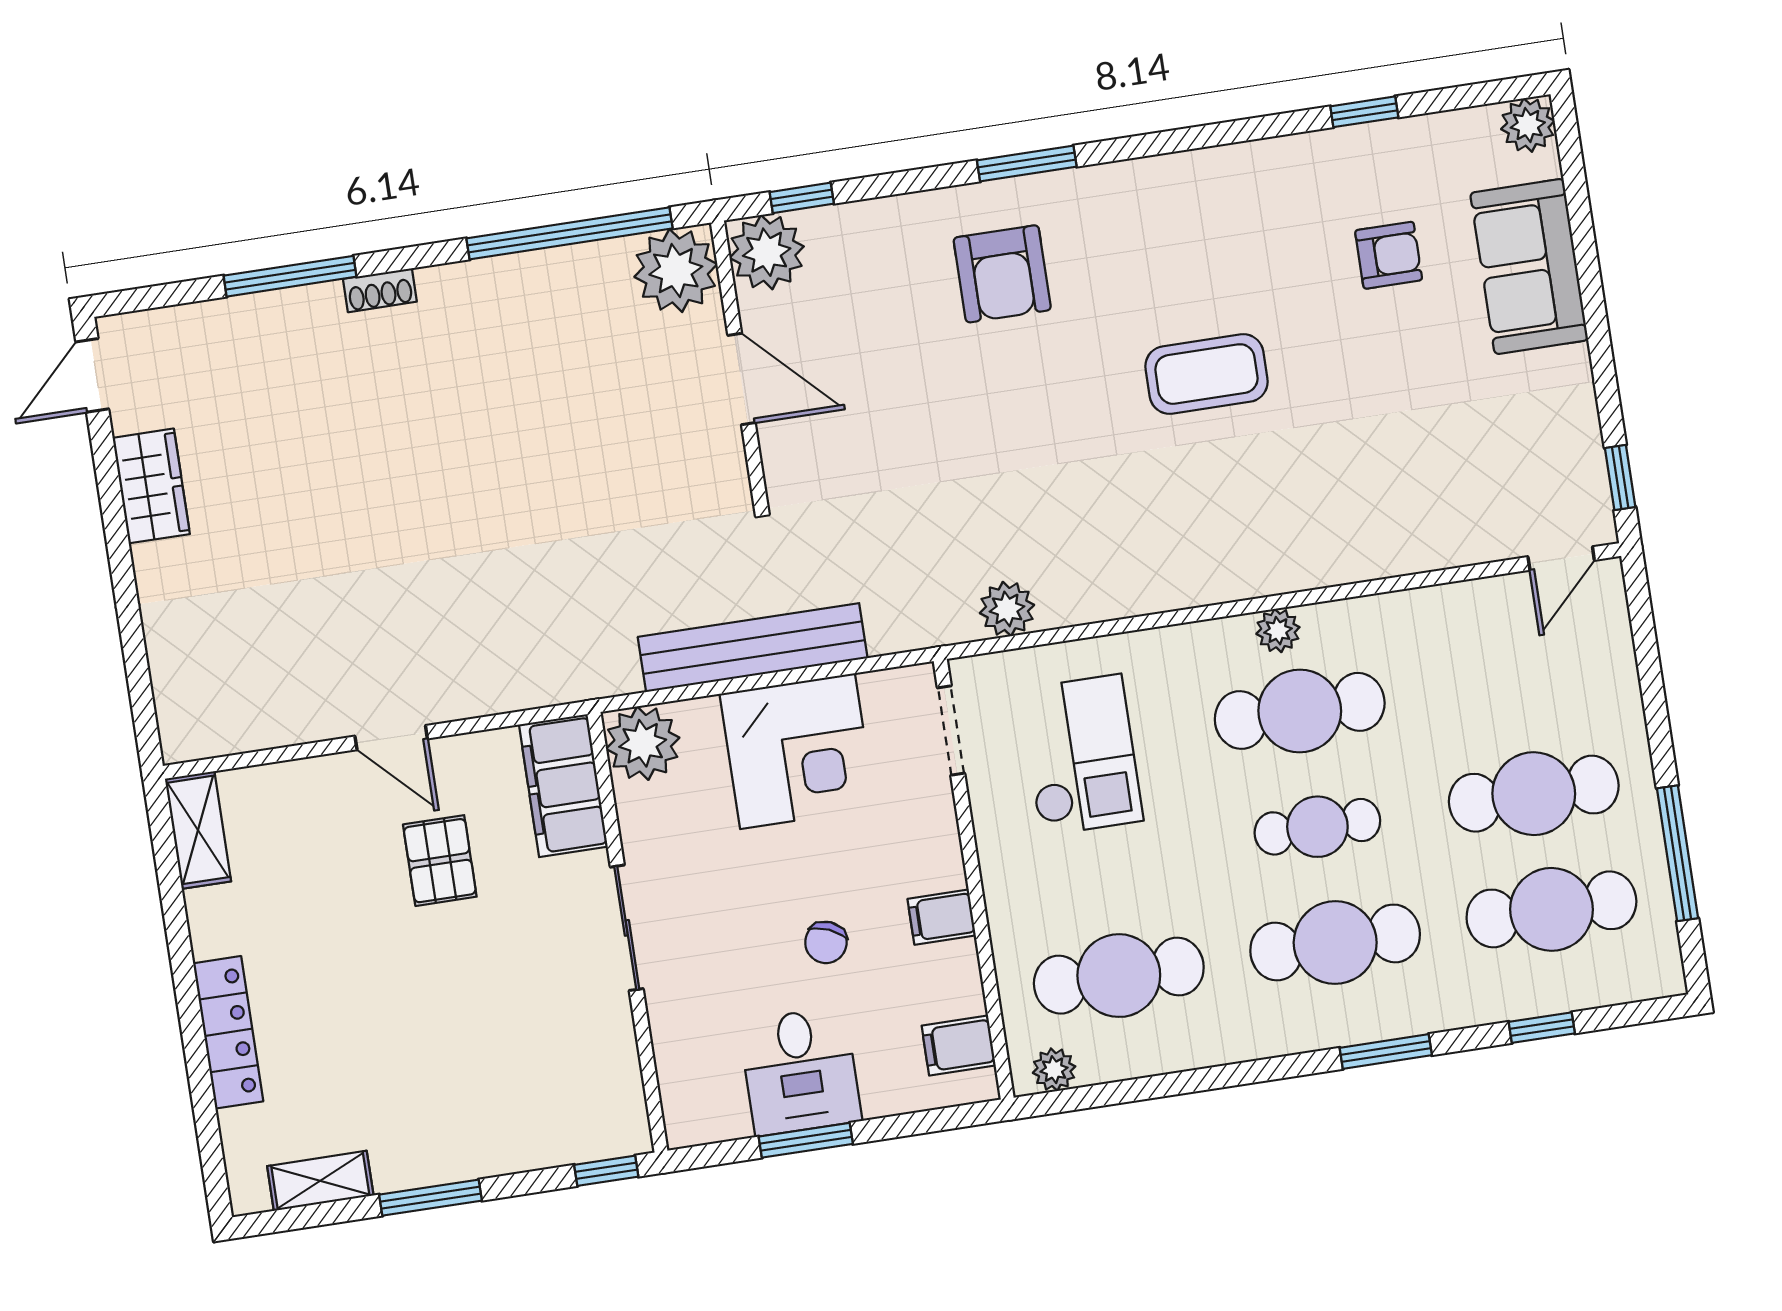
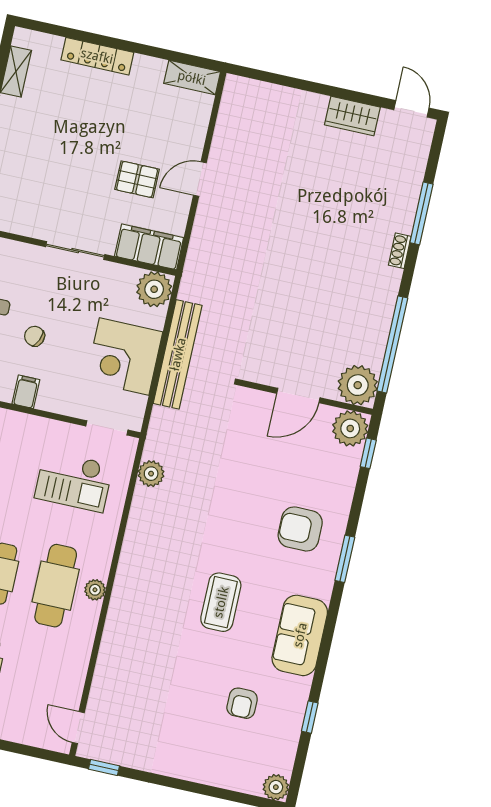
sofa: (1529, 267) -> (300, 635), moved, turned -90

